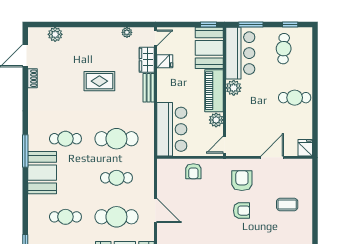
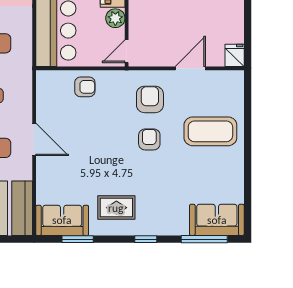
armchair: (193, 171) -> (85, 87), turned -90
coffee table: (287, 204) -> (210, 131), width x1.86, depth x1.72
armchair: (242, 211) -> (149, 139), turned -90

